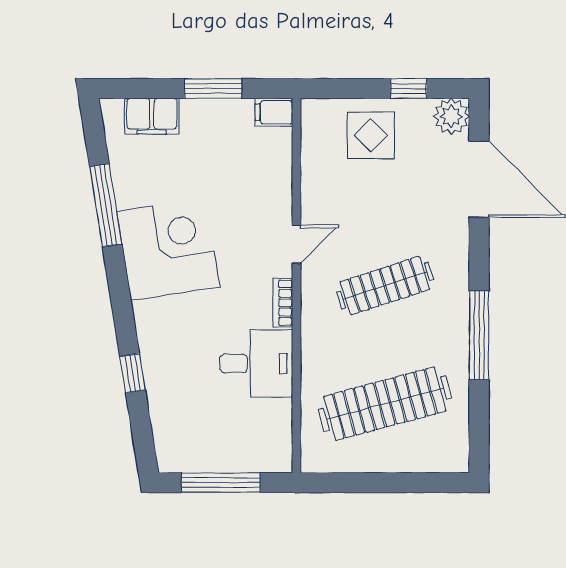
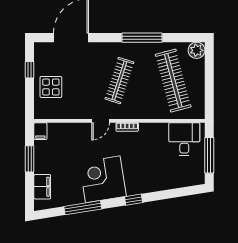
plant: (451, 116) -> (197, 50), moved
door: (296, 244) -> (101, 121), swing flipped
clothes rail: (385, 286) -> (119, 81), turned 36
desk: (256, 363) -> (184, 139), moved
window: (133, 373) -> (134, 200), moved

